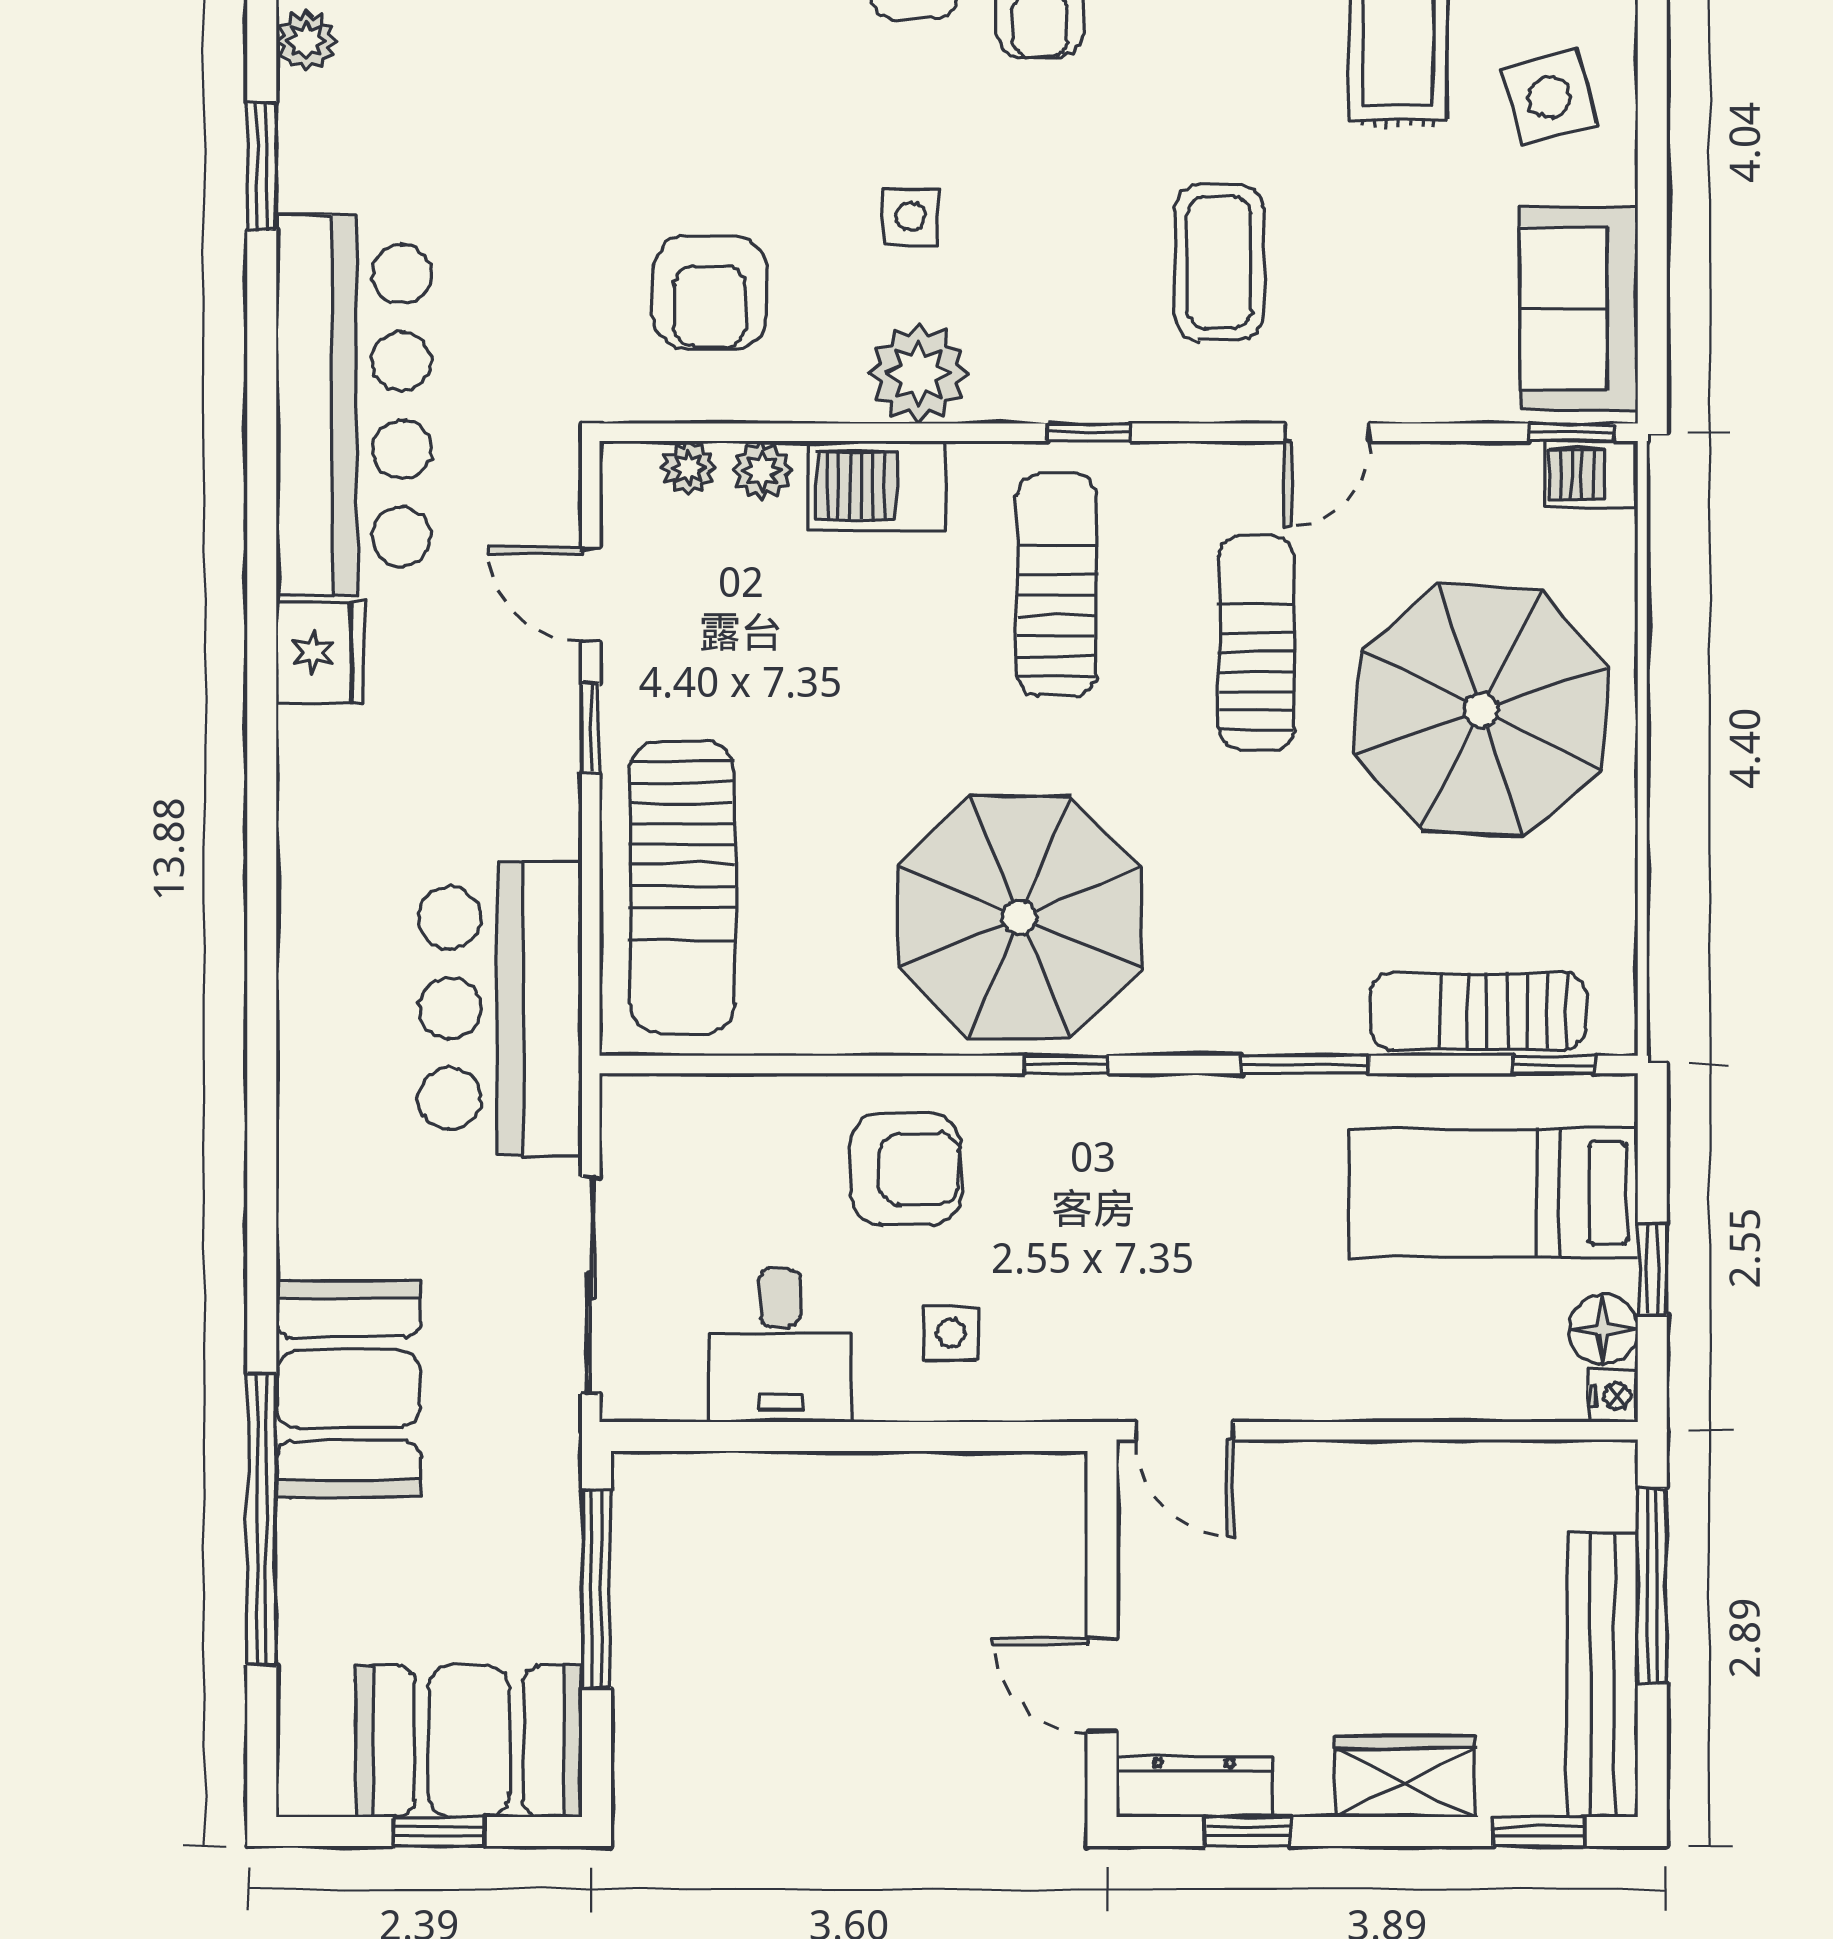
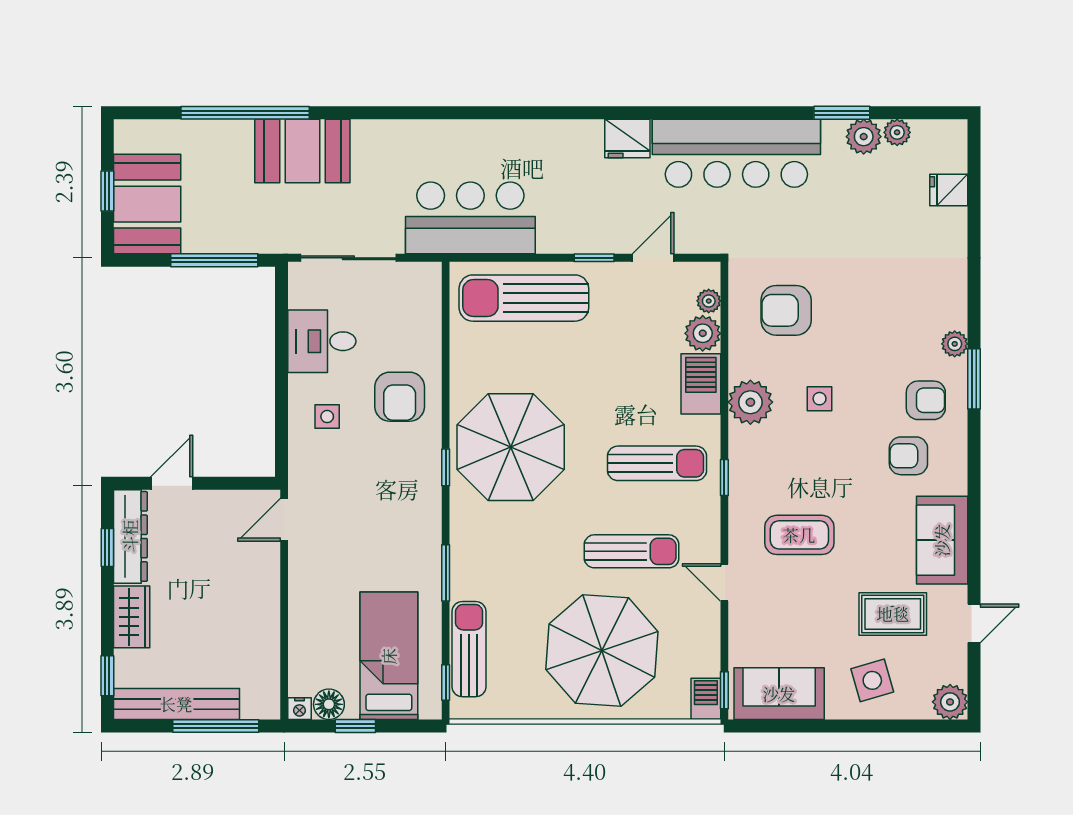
plant: (316, 117) -> (864, 137), added
plant: (762, 470) -> (703, 333), width x1.38, depth x1.38
dresser: (1194, 1787) -> (130, 536), width x1.37, depth x1.24

